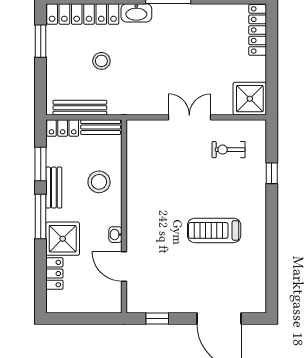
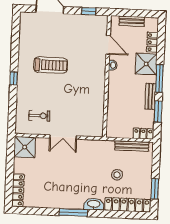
bench: (101, 127) -> (132, 21), moved
window: (272, 173) -> (14, 78), moved
stool: (99, 182) -> (122, 99), removed

